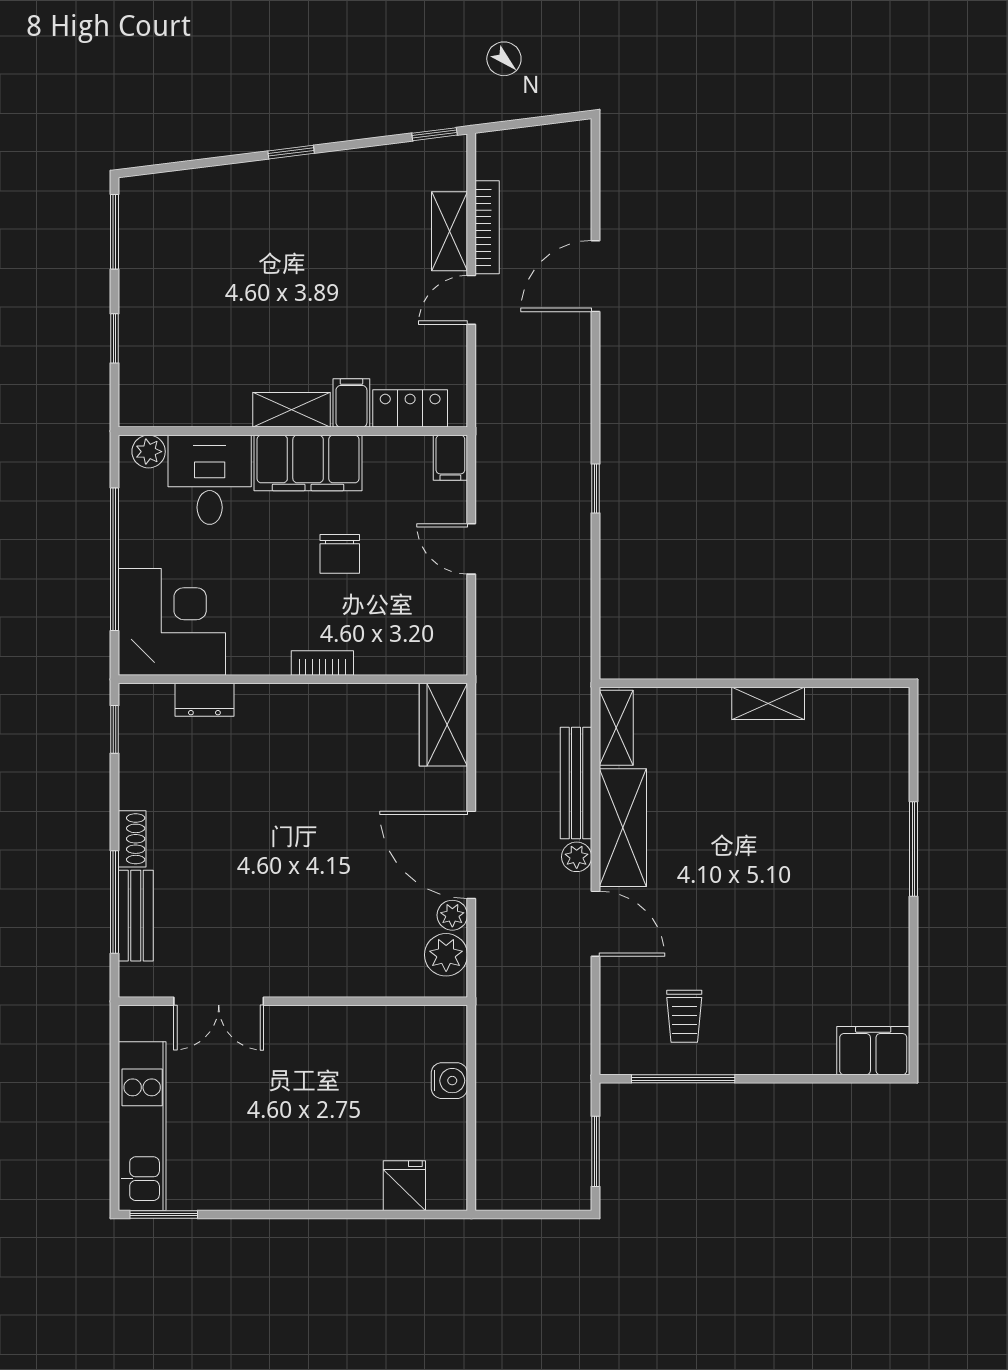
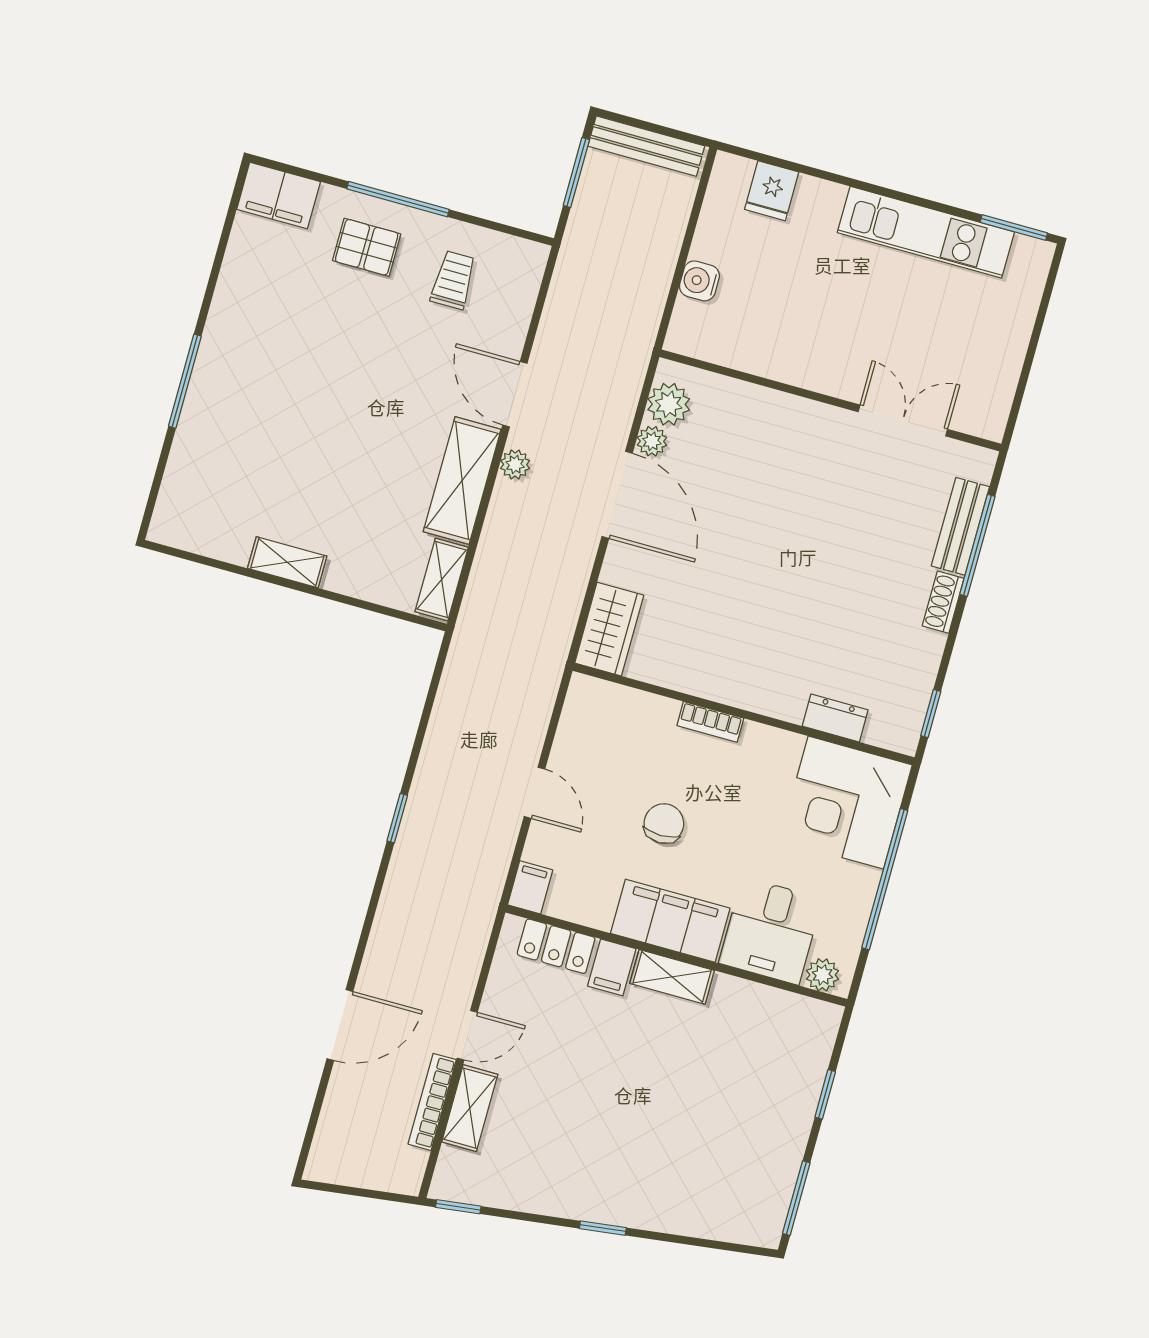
bench: (576, 783) -> (646, 146), moved, turned 90
pallet: (776, 1025) -> (367, 247), added
window: (683, 1079) -> (398, 199), moved
kitchen unit: (142, 1126) -> (926, 232), moved, turned -90

